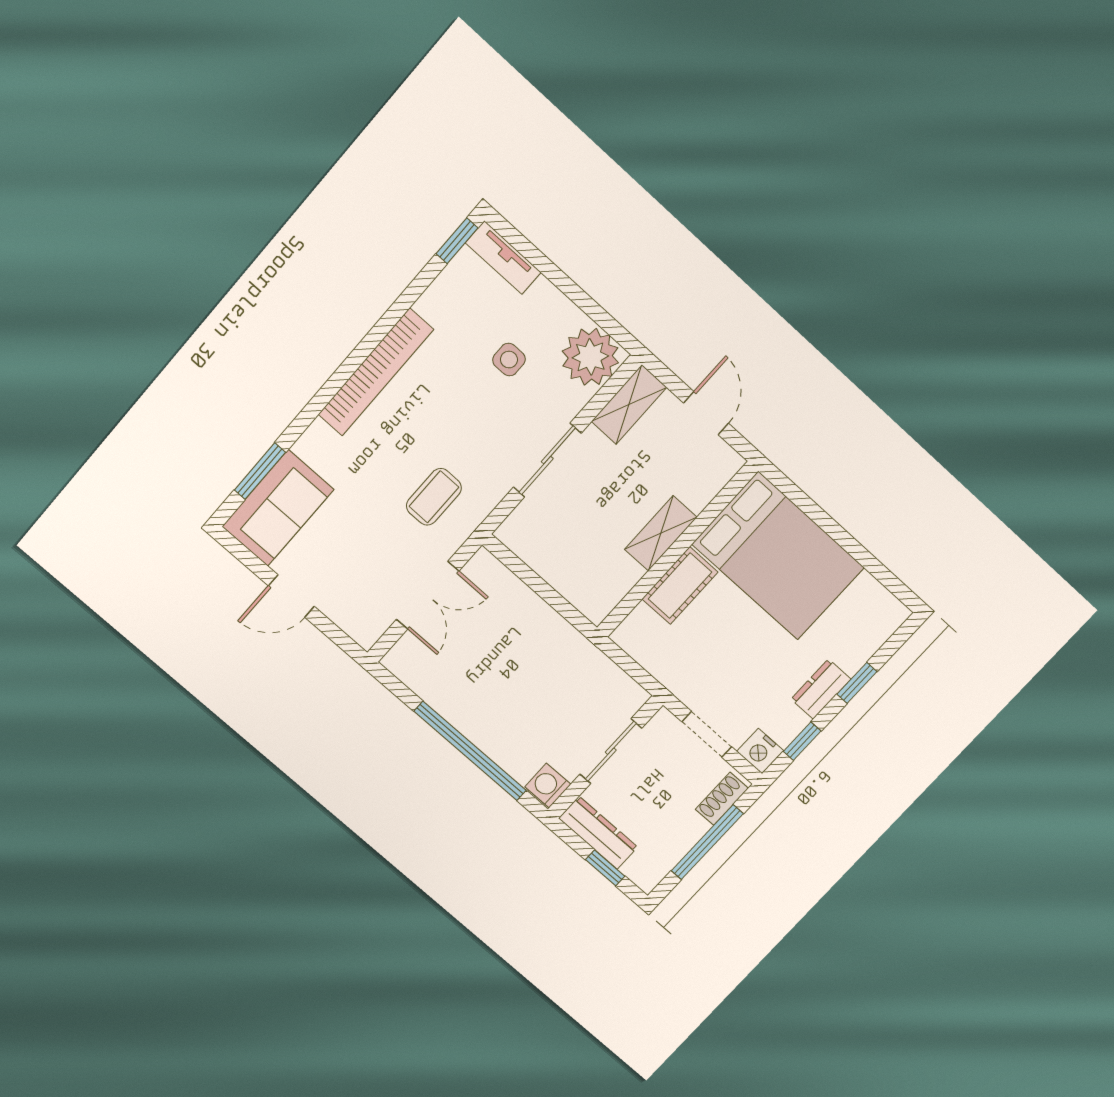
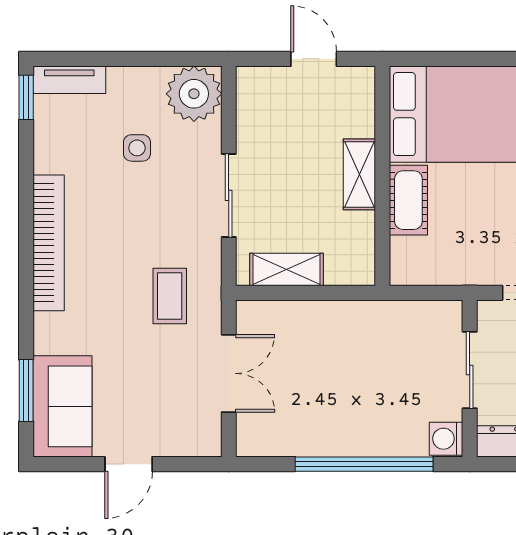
shelving: (629, 404) -> (286, 269), moved, turned 90

